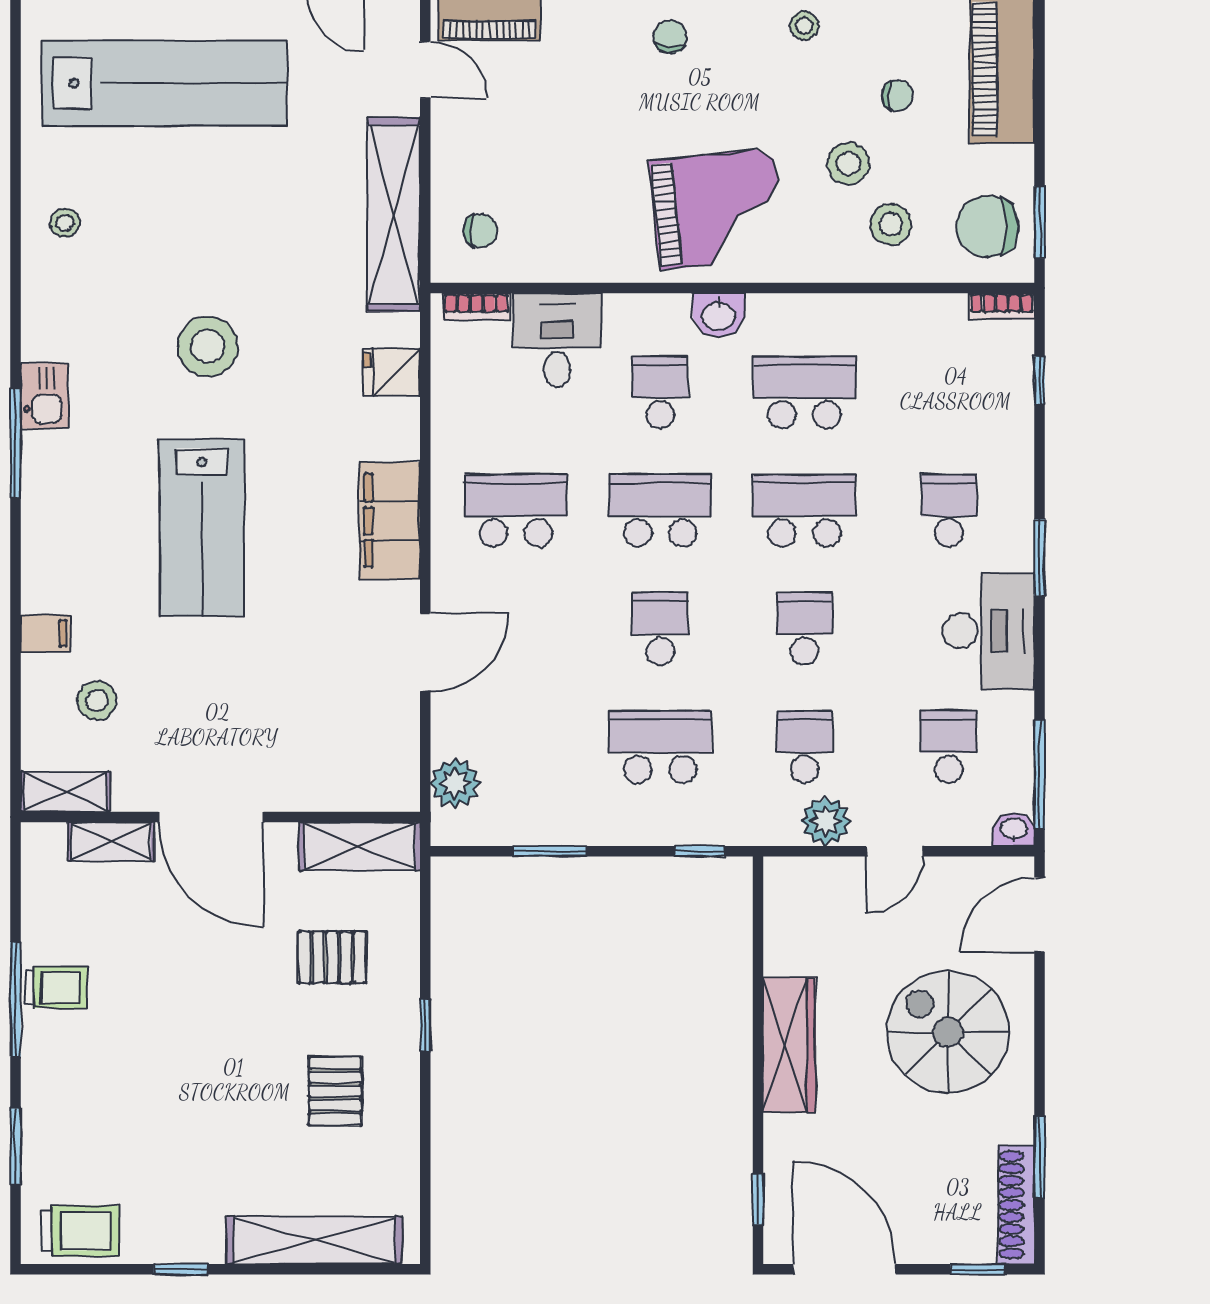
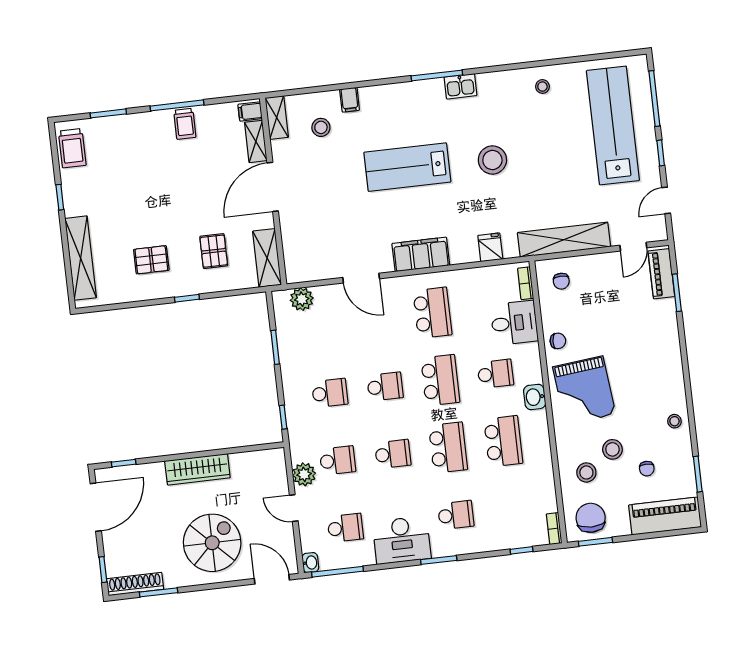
chair: (670, 37) -> (558, 341), moved
lab bench: (164, 83) -> (613, 126), turned 180
school desk: (660, 747) -> (330, 393), width x0.54
filing cabinet: (46, 846) -> (250, 111), added

